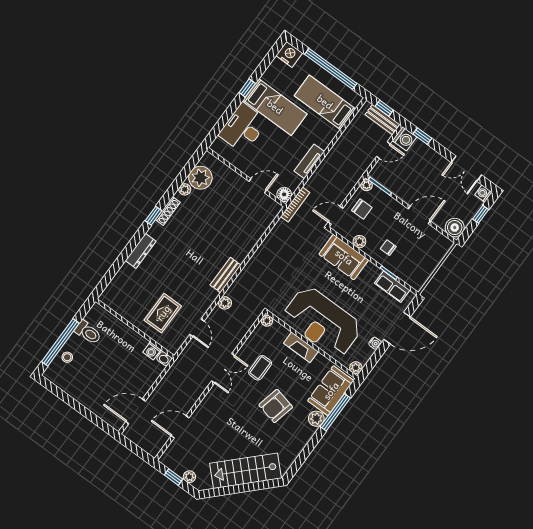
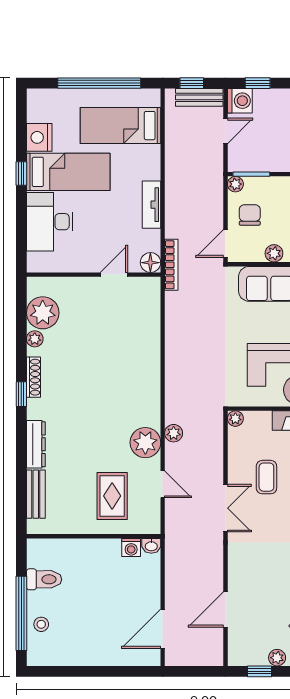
nightstand: (289, 54) -> (39, 137), moved, turned -90
chair: (362, 209) -> (250, 215), turned -90
bench: (226, 275) -> (36, 494), moved
plant: (205, 296) -> (145, 443), added

